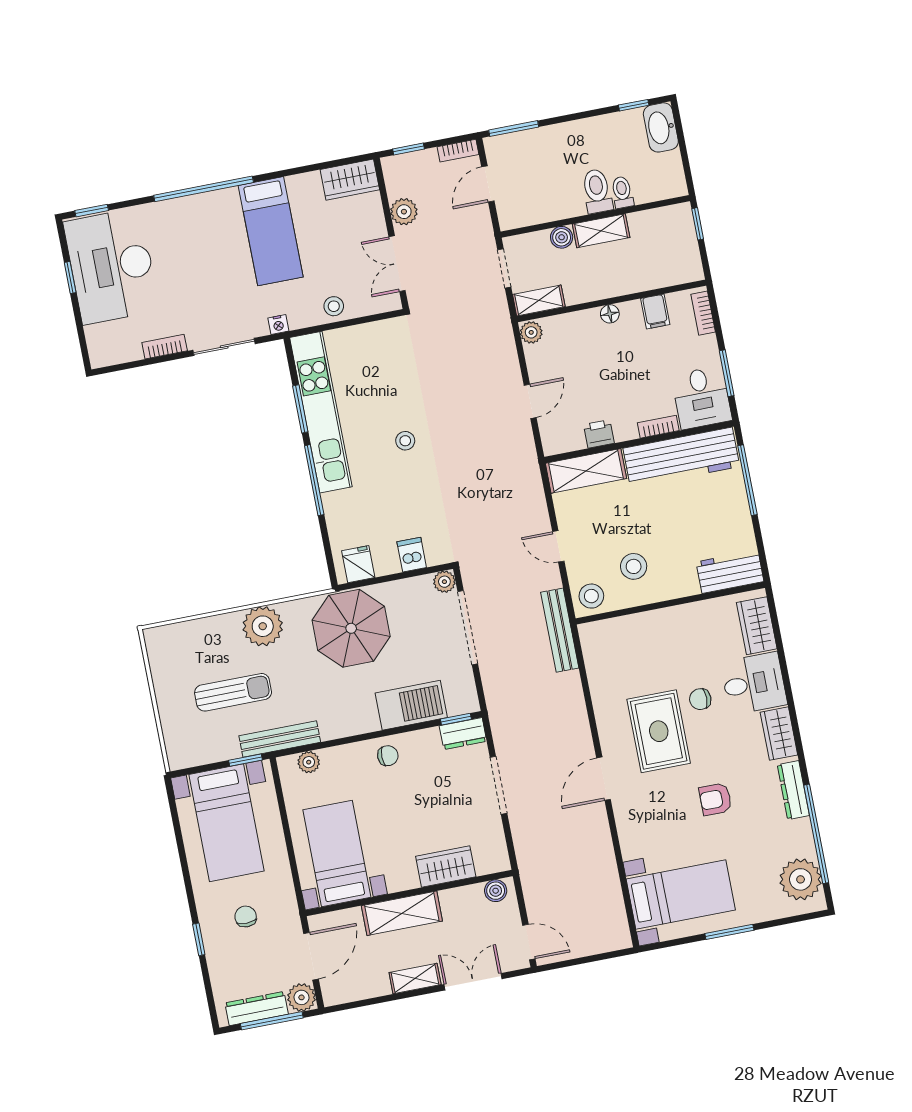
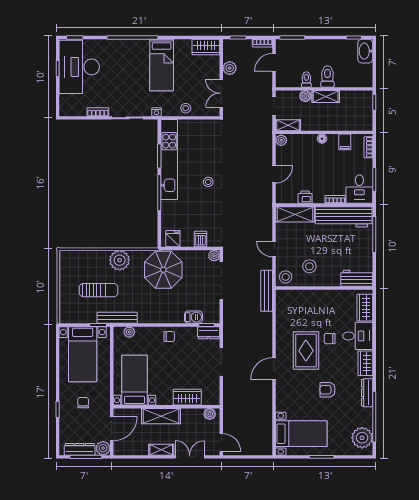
toilet: (622, 192) -> (306, 79), moved
barbecue: (411, 705) -> (194, 317), width x0.53, depth x0.65

